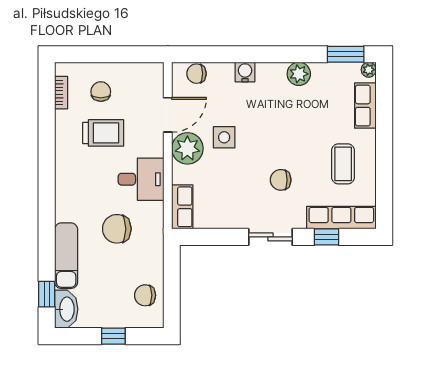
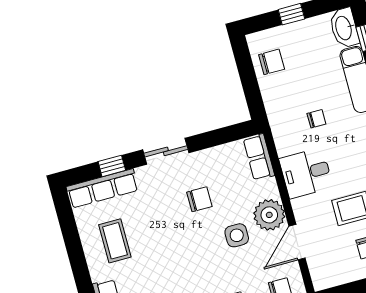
chair: (281, 180) -> (199, 199), moved
chair: (117, 229) -> (316, 119), width x0.54, depth x0.54

